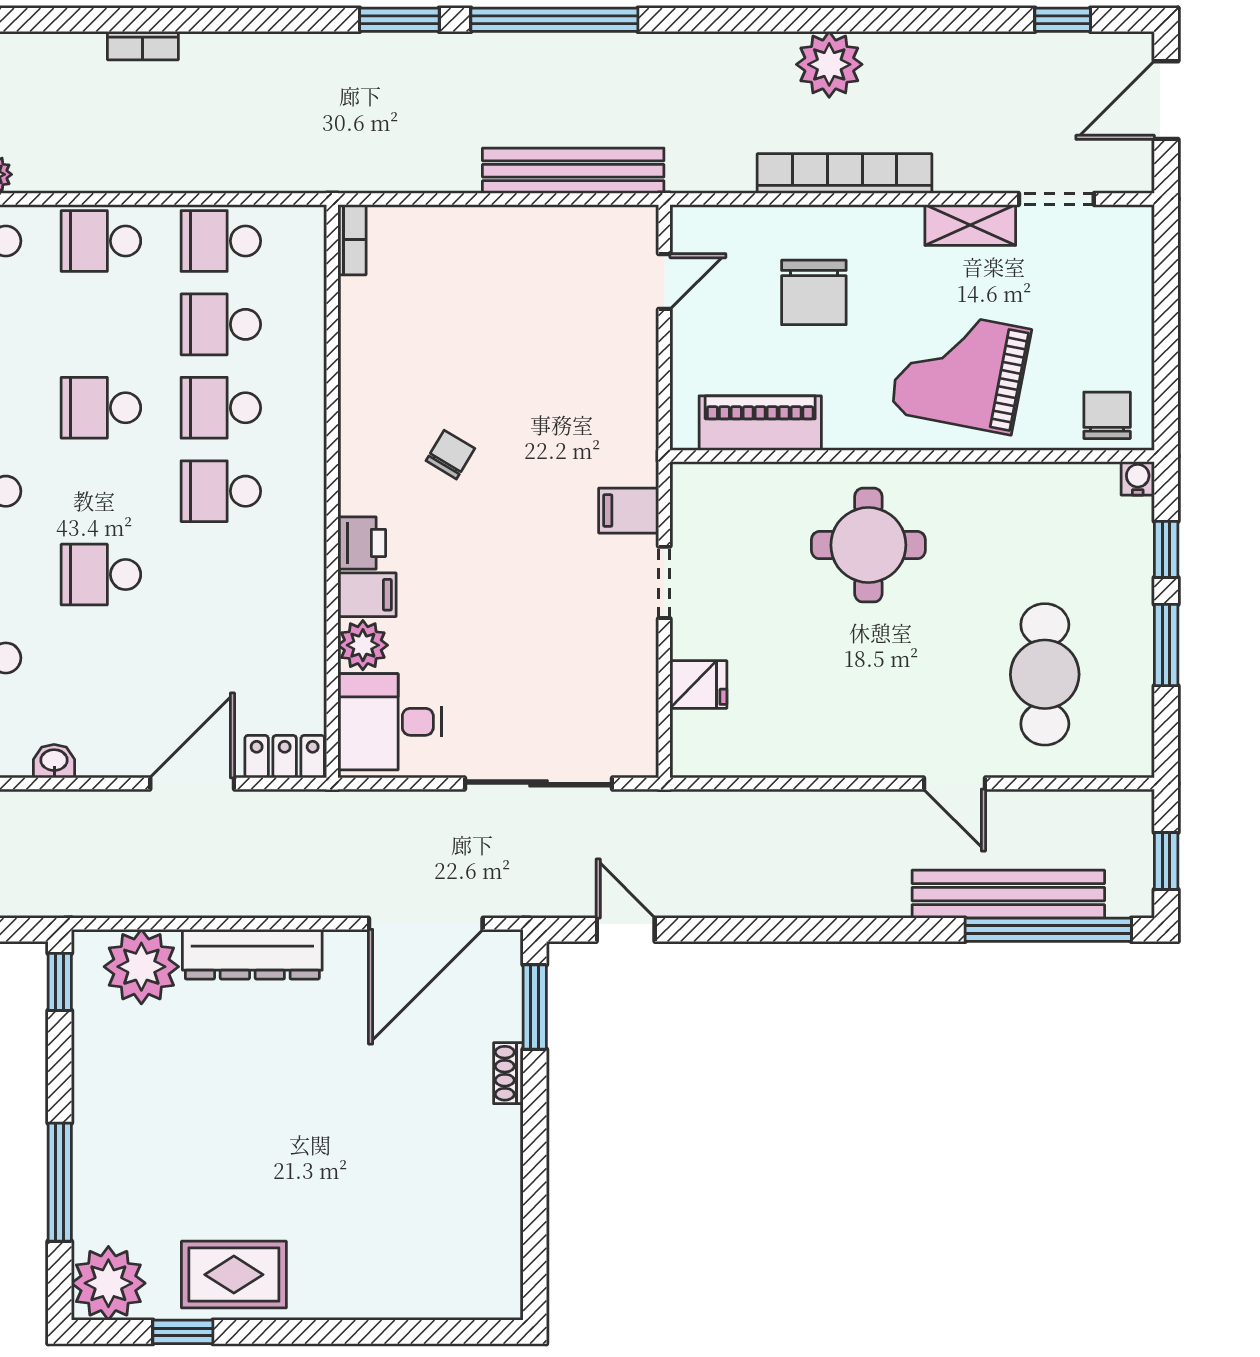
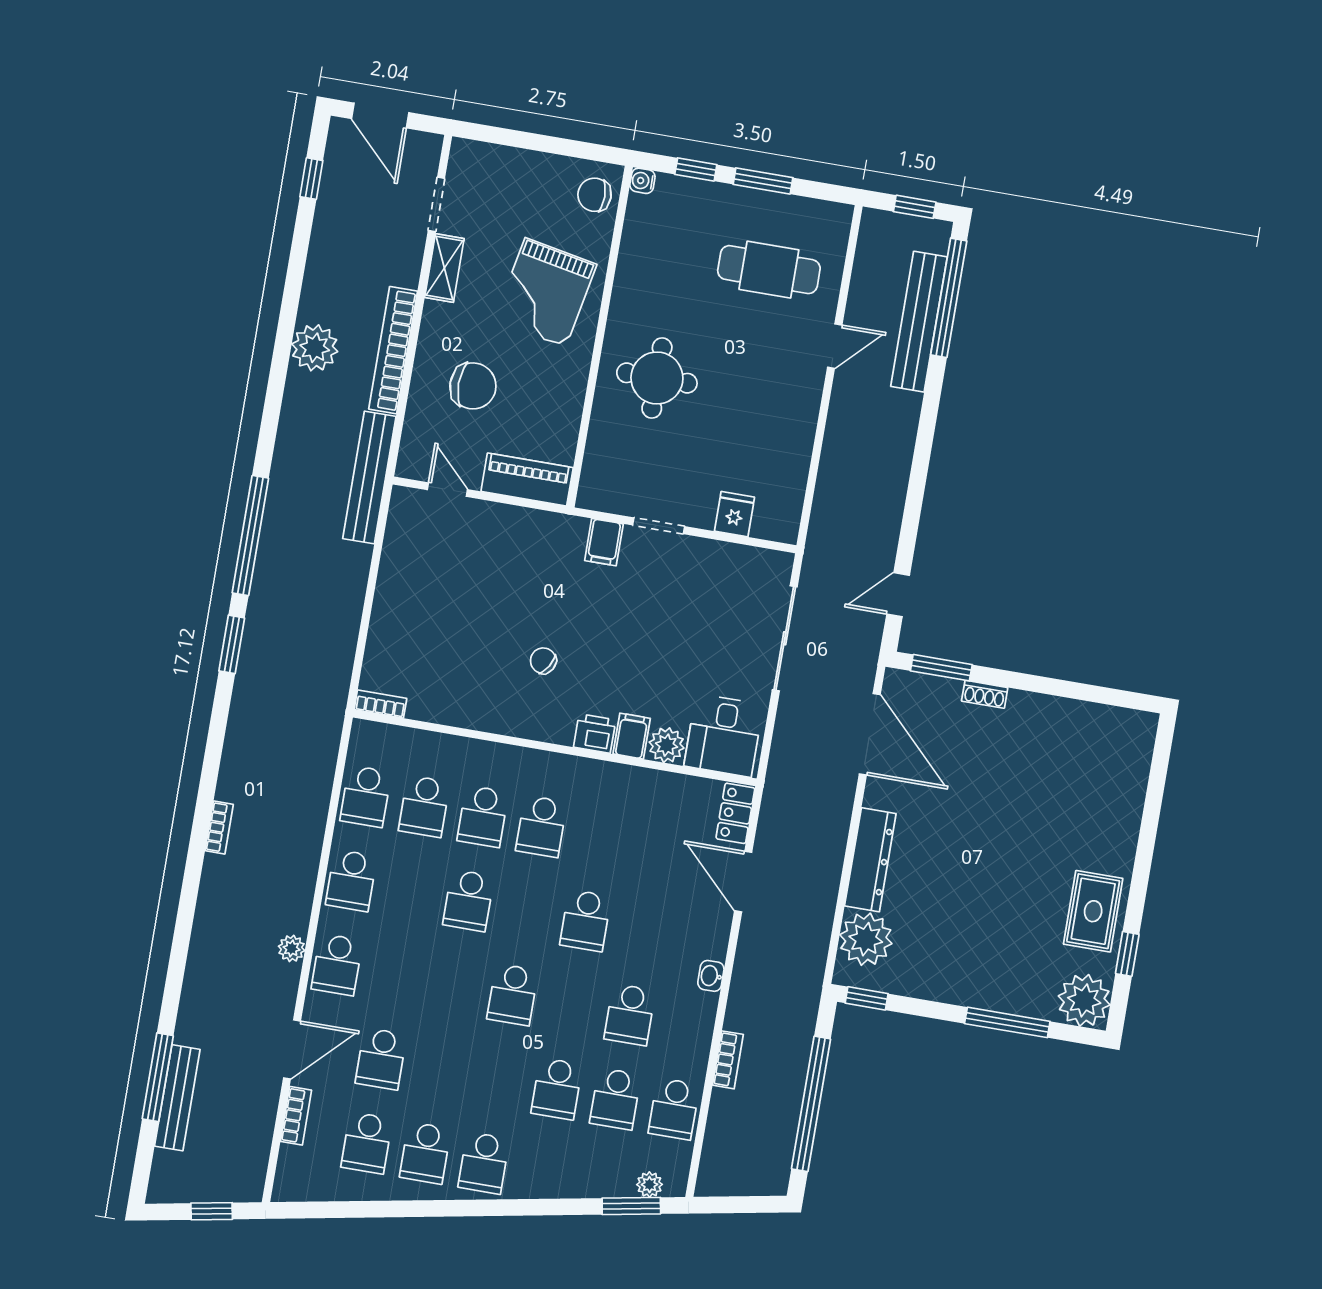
bench: (573, 171) -> (369, 478), moved
piano: (760, 423) -> (527, 479), moved, turned 90

